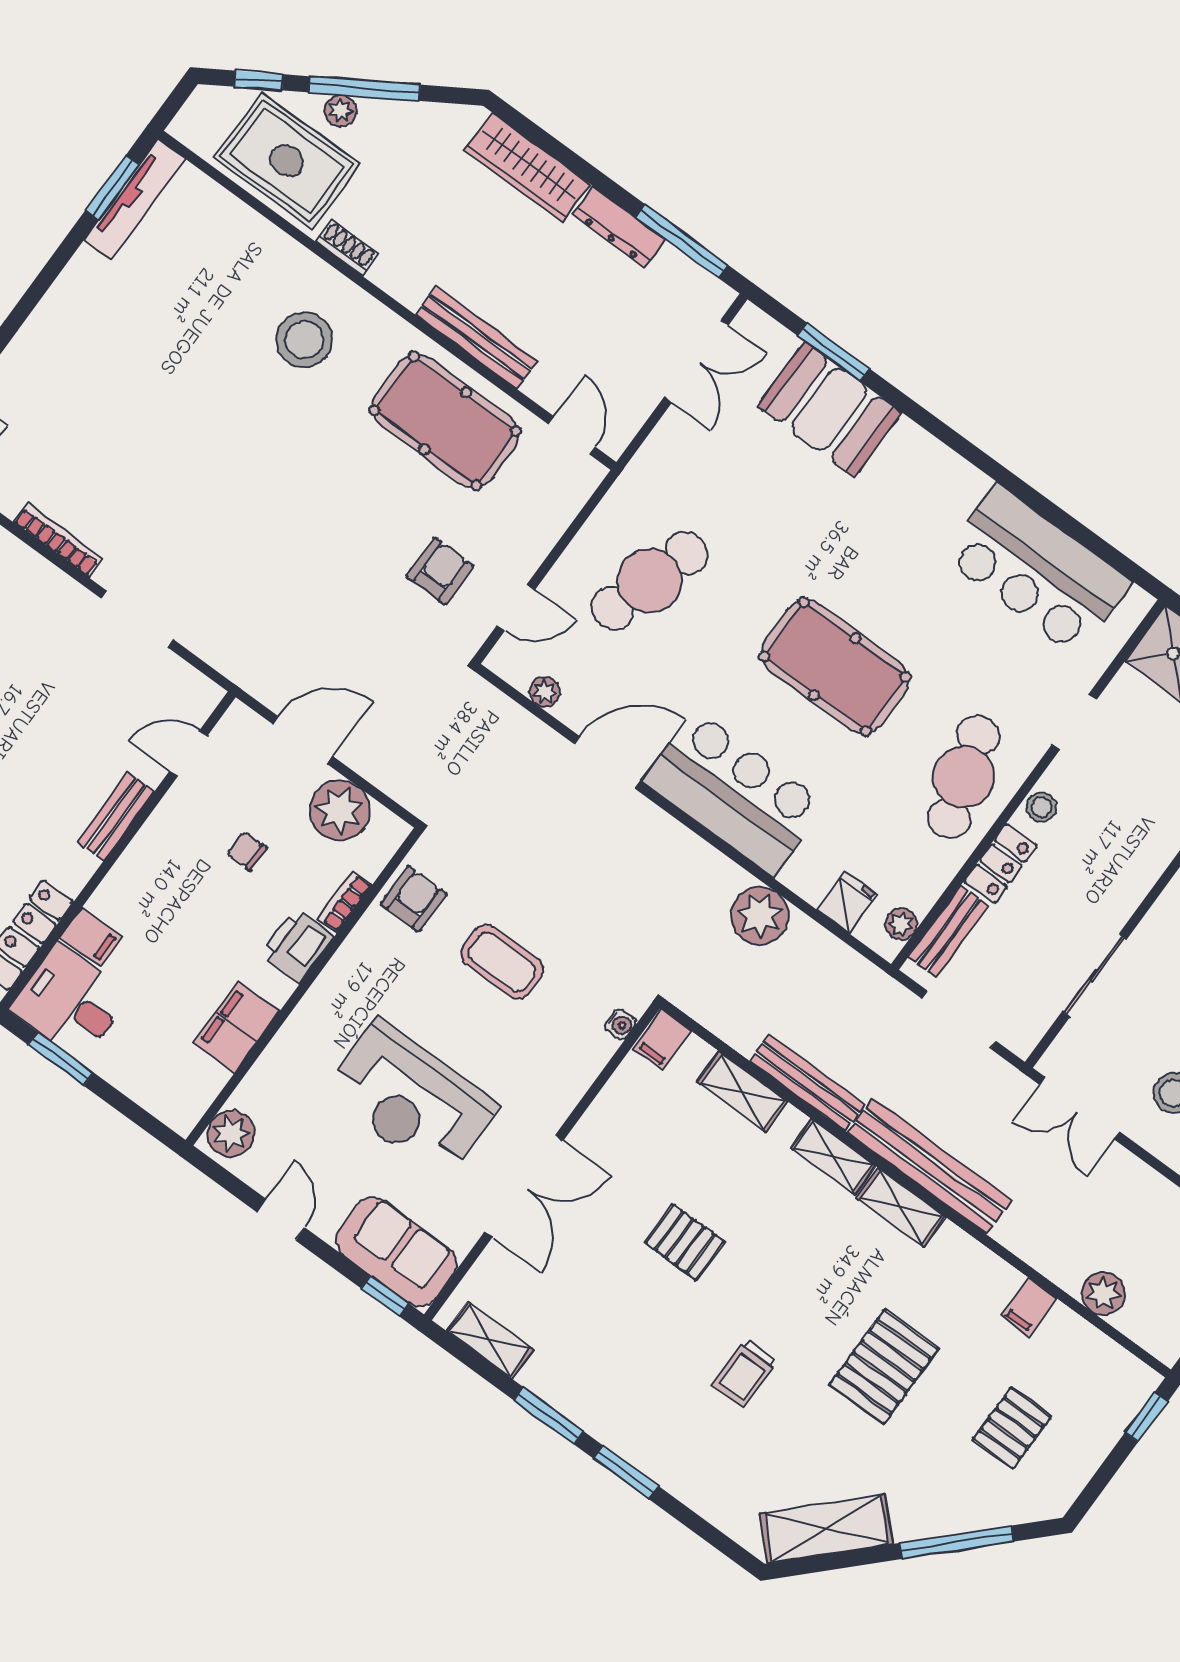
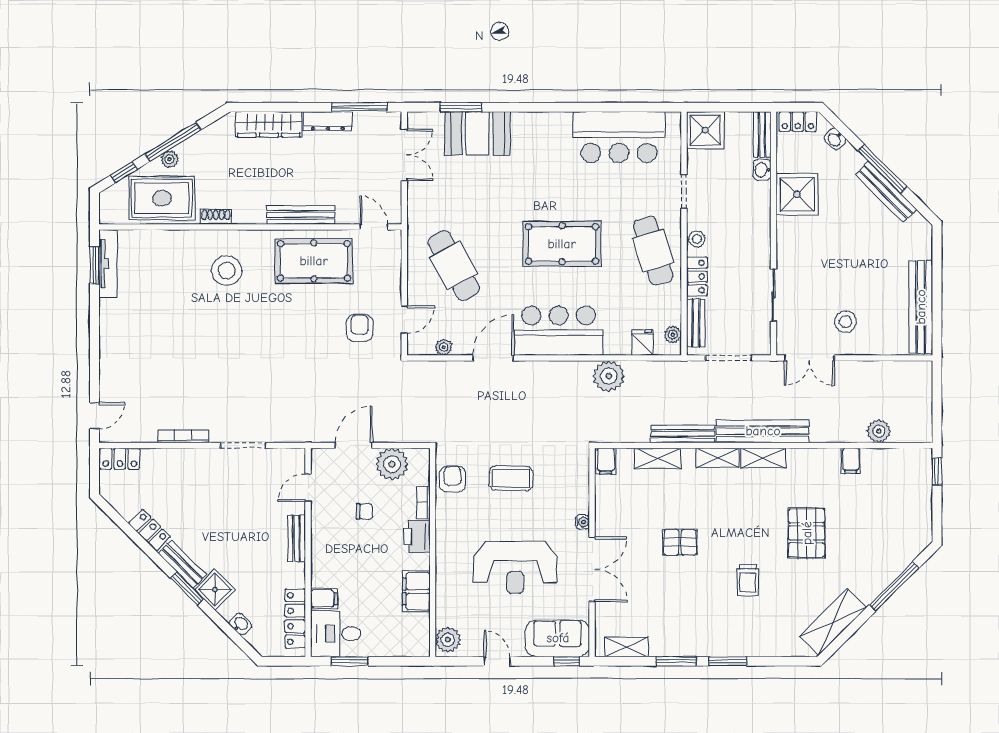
cafe table: (649, 581) -> (454, 265), turned -46
chair: (247, 851) -> (364, 511), turned 180
water cooler: (620, 1024) -> (582, 522), moved
pallet: (1012, 1428) -> (882, 519), removed

